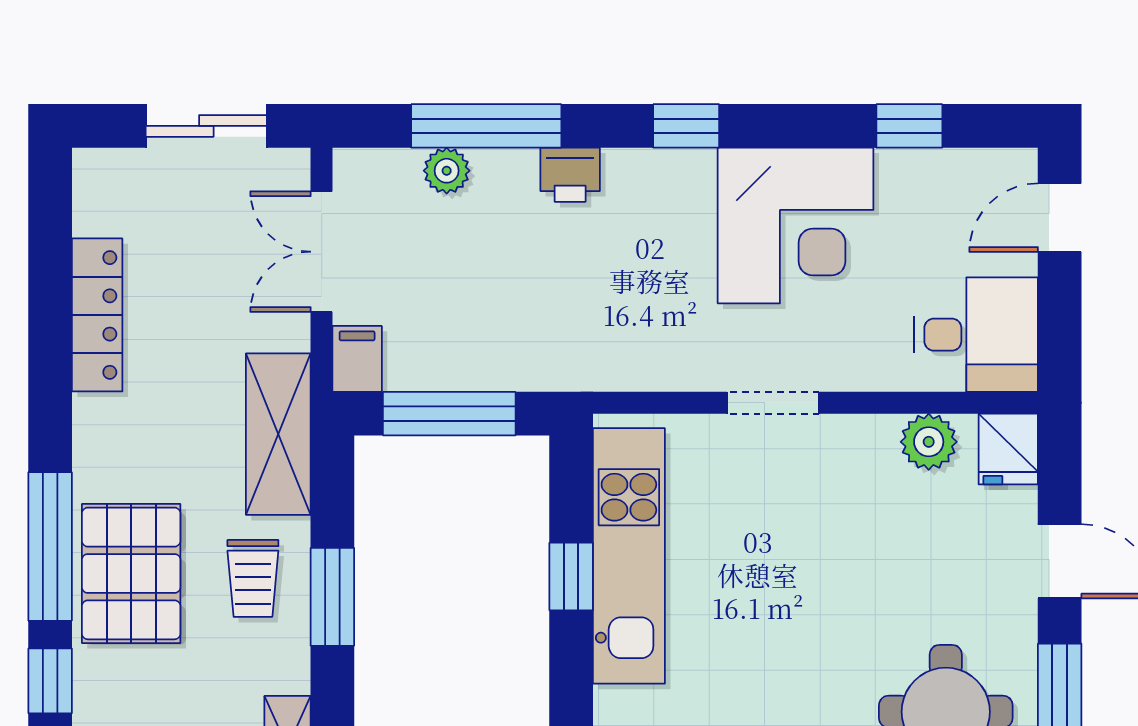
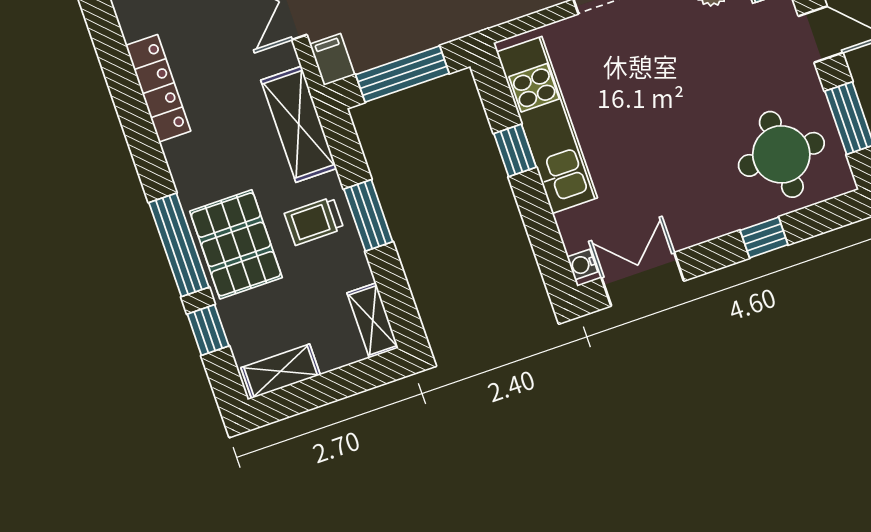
trolley: (253, 578) -> (314, 221), turned 90

